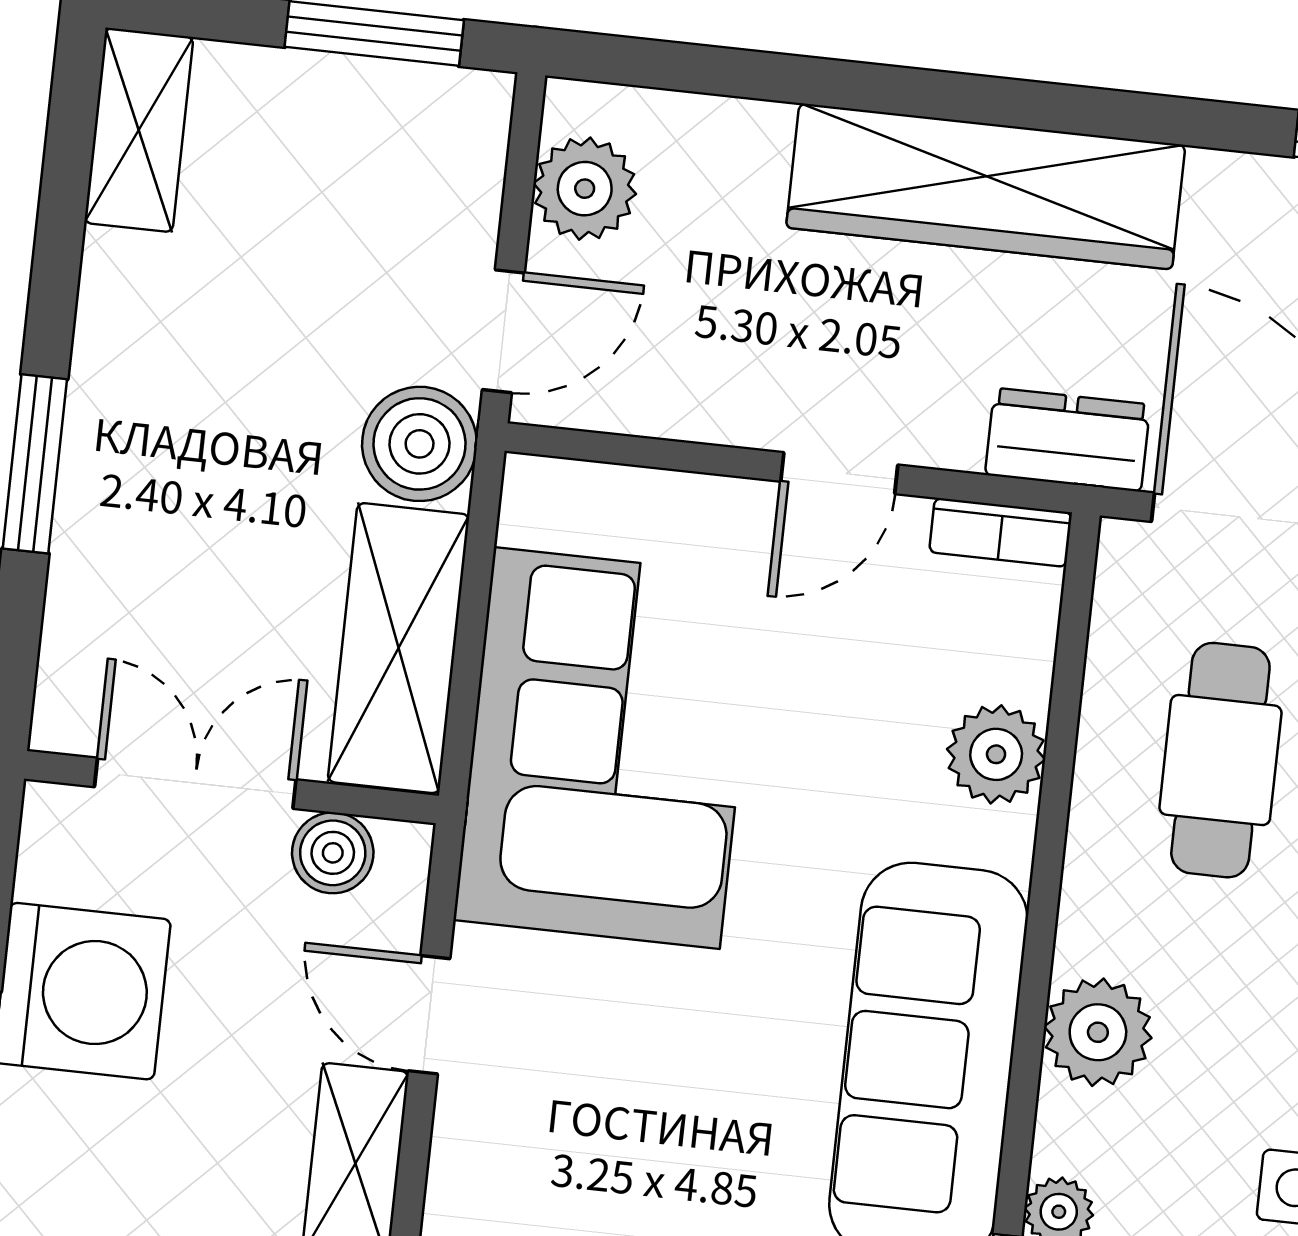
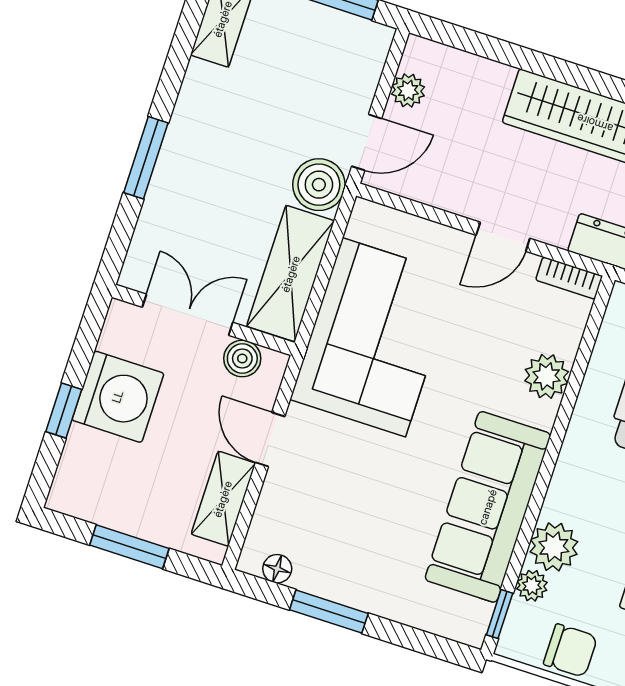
plant: (585, 189) -> (408, 90), width x0.73, depth x0.73
plant: (1098, 1032) -> (554, 547), moved

